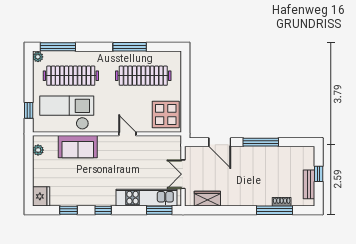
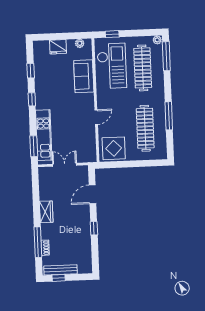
window: (261, 142) -> (94, 228), width x0.46
window: (319, 174) -> (59, 278), moved
bench: (309, 184) -> (61, 270), width x1.36
fridge: (41, 196) -> (58, 47), moved
wardrobe: (207, 199) -> (46, 212), moved

